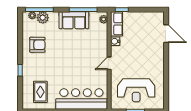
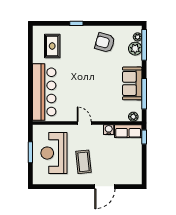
door: (166, 34) -> (105, 187), moved
armchair: (37, 45) -> (105, 43), turned 106
coffee table: (144, 64) -> (83, 162), added
rug: (40, 92) -> (52, 46), turned 90

